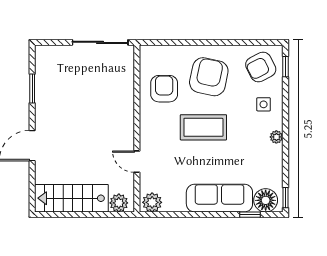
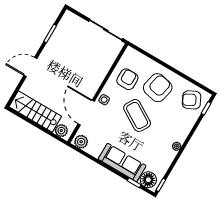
side table: (264, 104) -> (104, 100), moved
coffee table: (203, 127) -> (137, 115), turned 31
door: (137, 162) -> (86, 113), width x1.87

